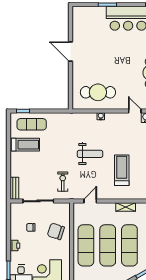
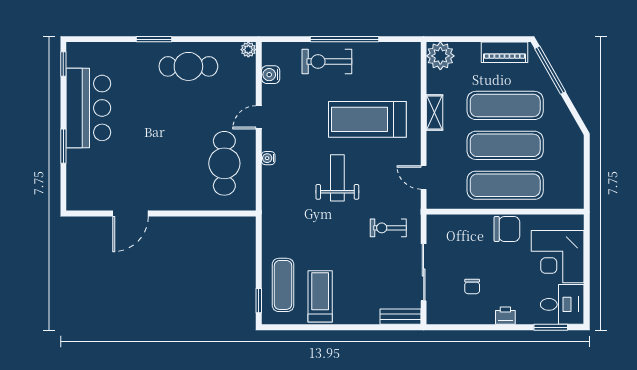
door: (71, 51) -> (131, 214), moved
door: (135, 111) -> (259, 117), moved
treadmill: (122, 170) -> (367, 119), width x1.37, depth x1.38
chair: (56, 231) -> (507, 229), moved, turned -108

